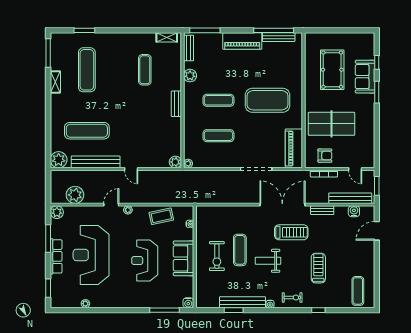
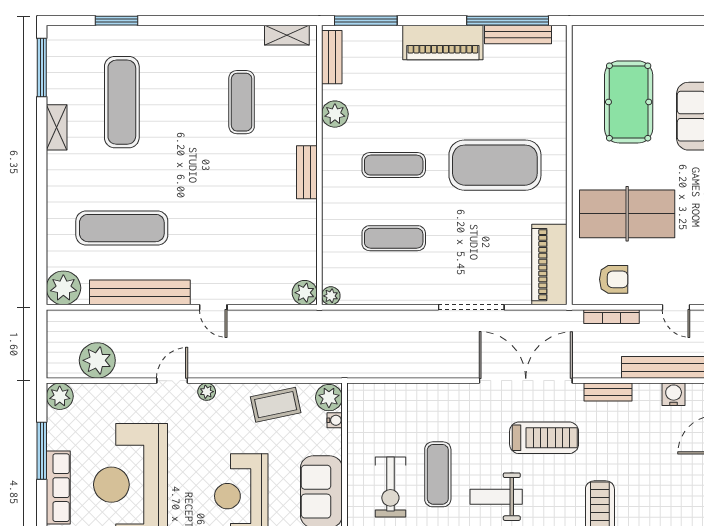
plant: (187, 213) -> (329, 398), added

